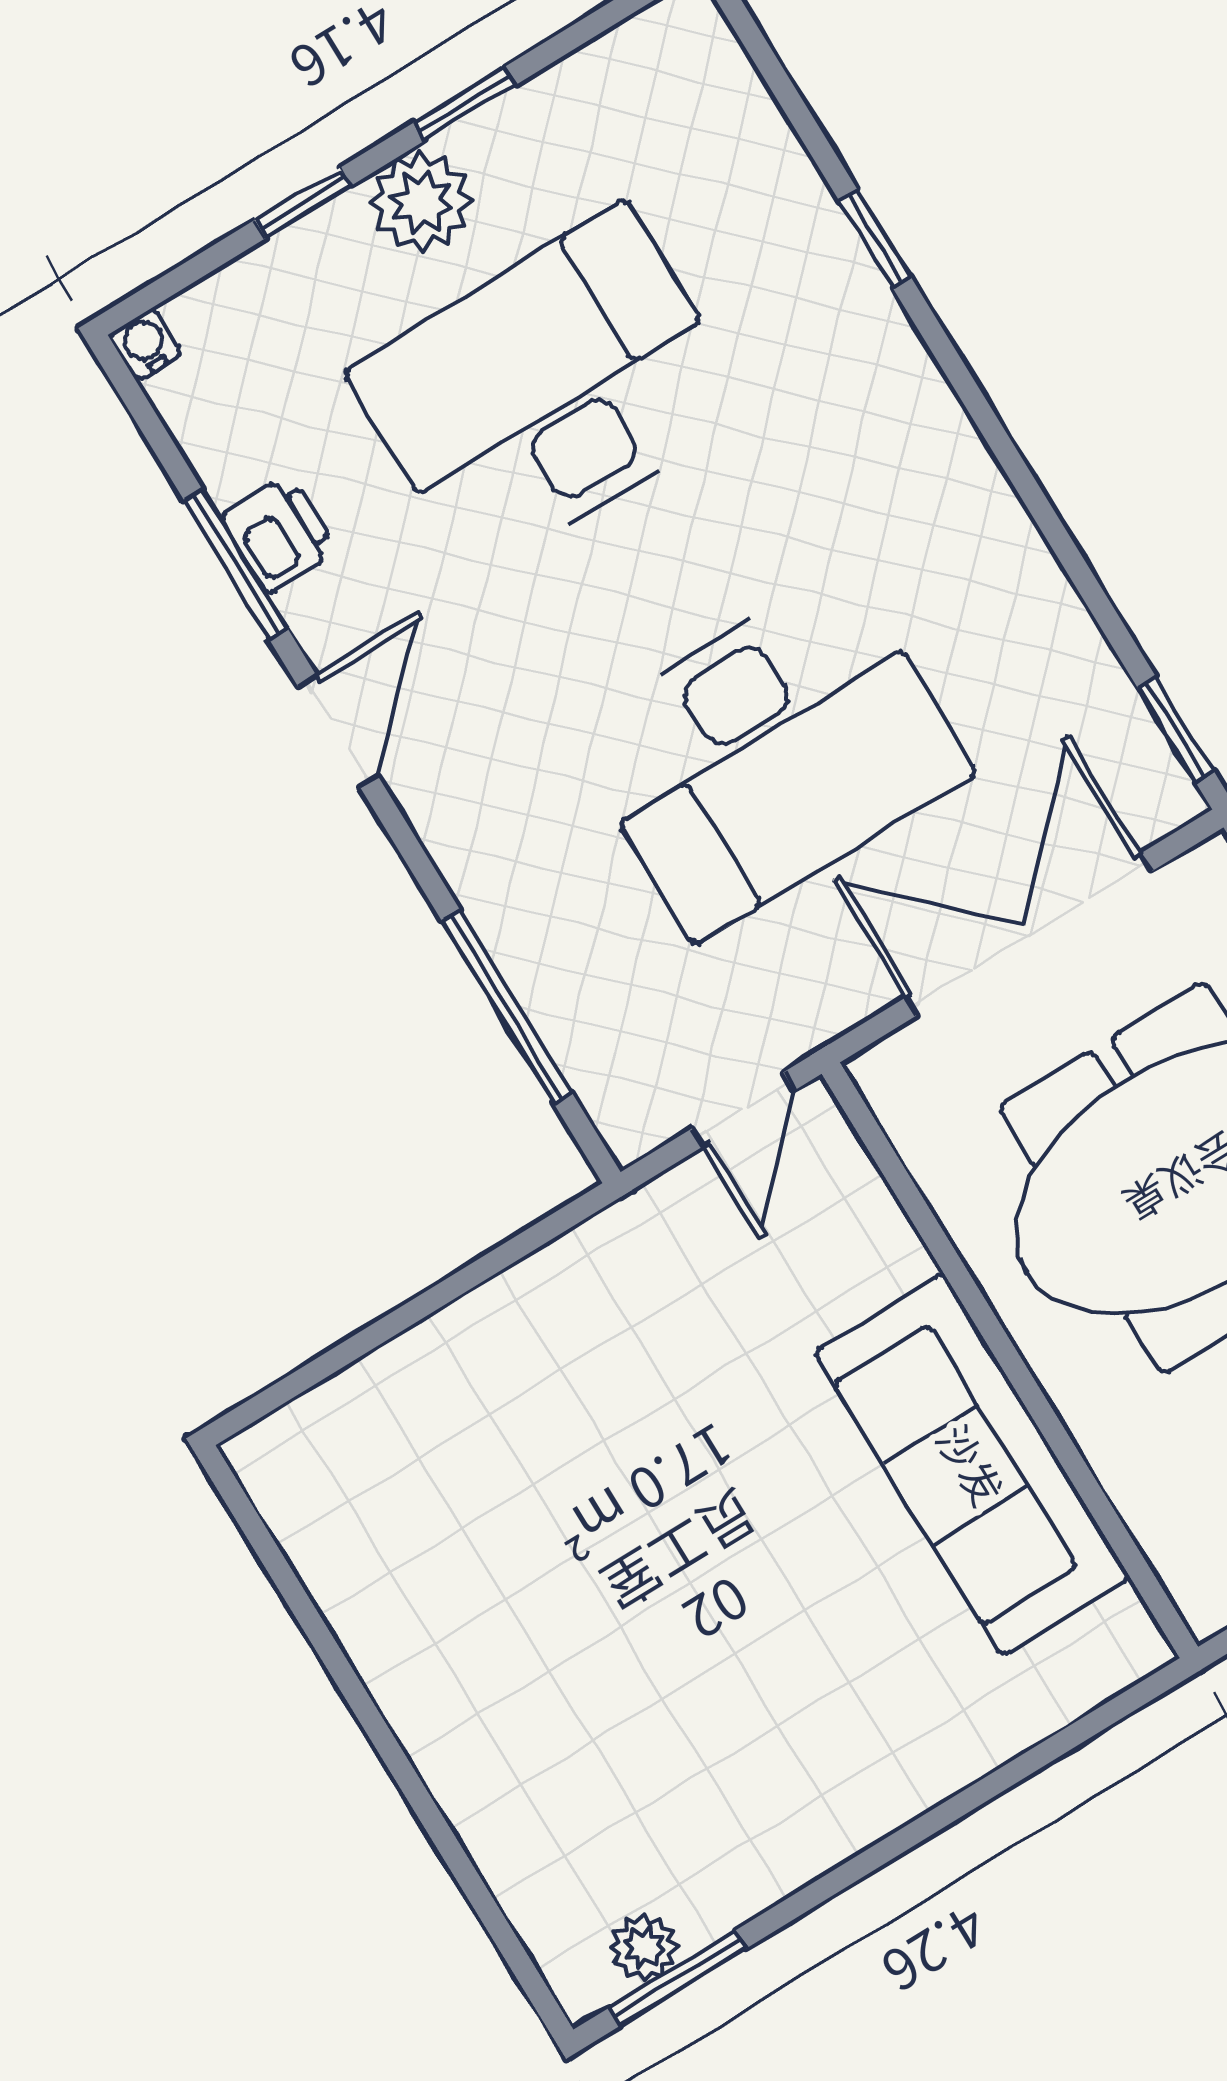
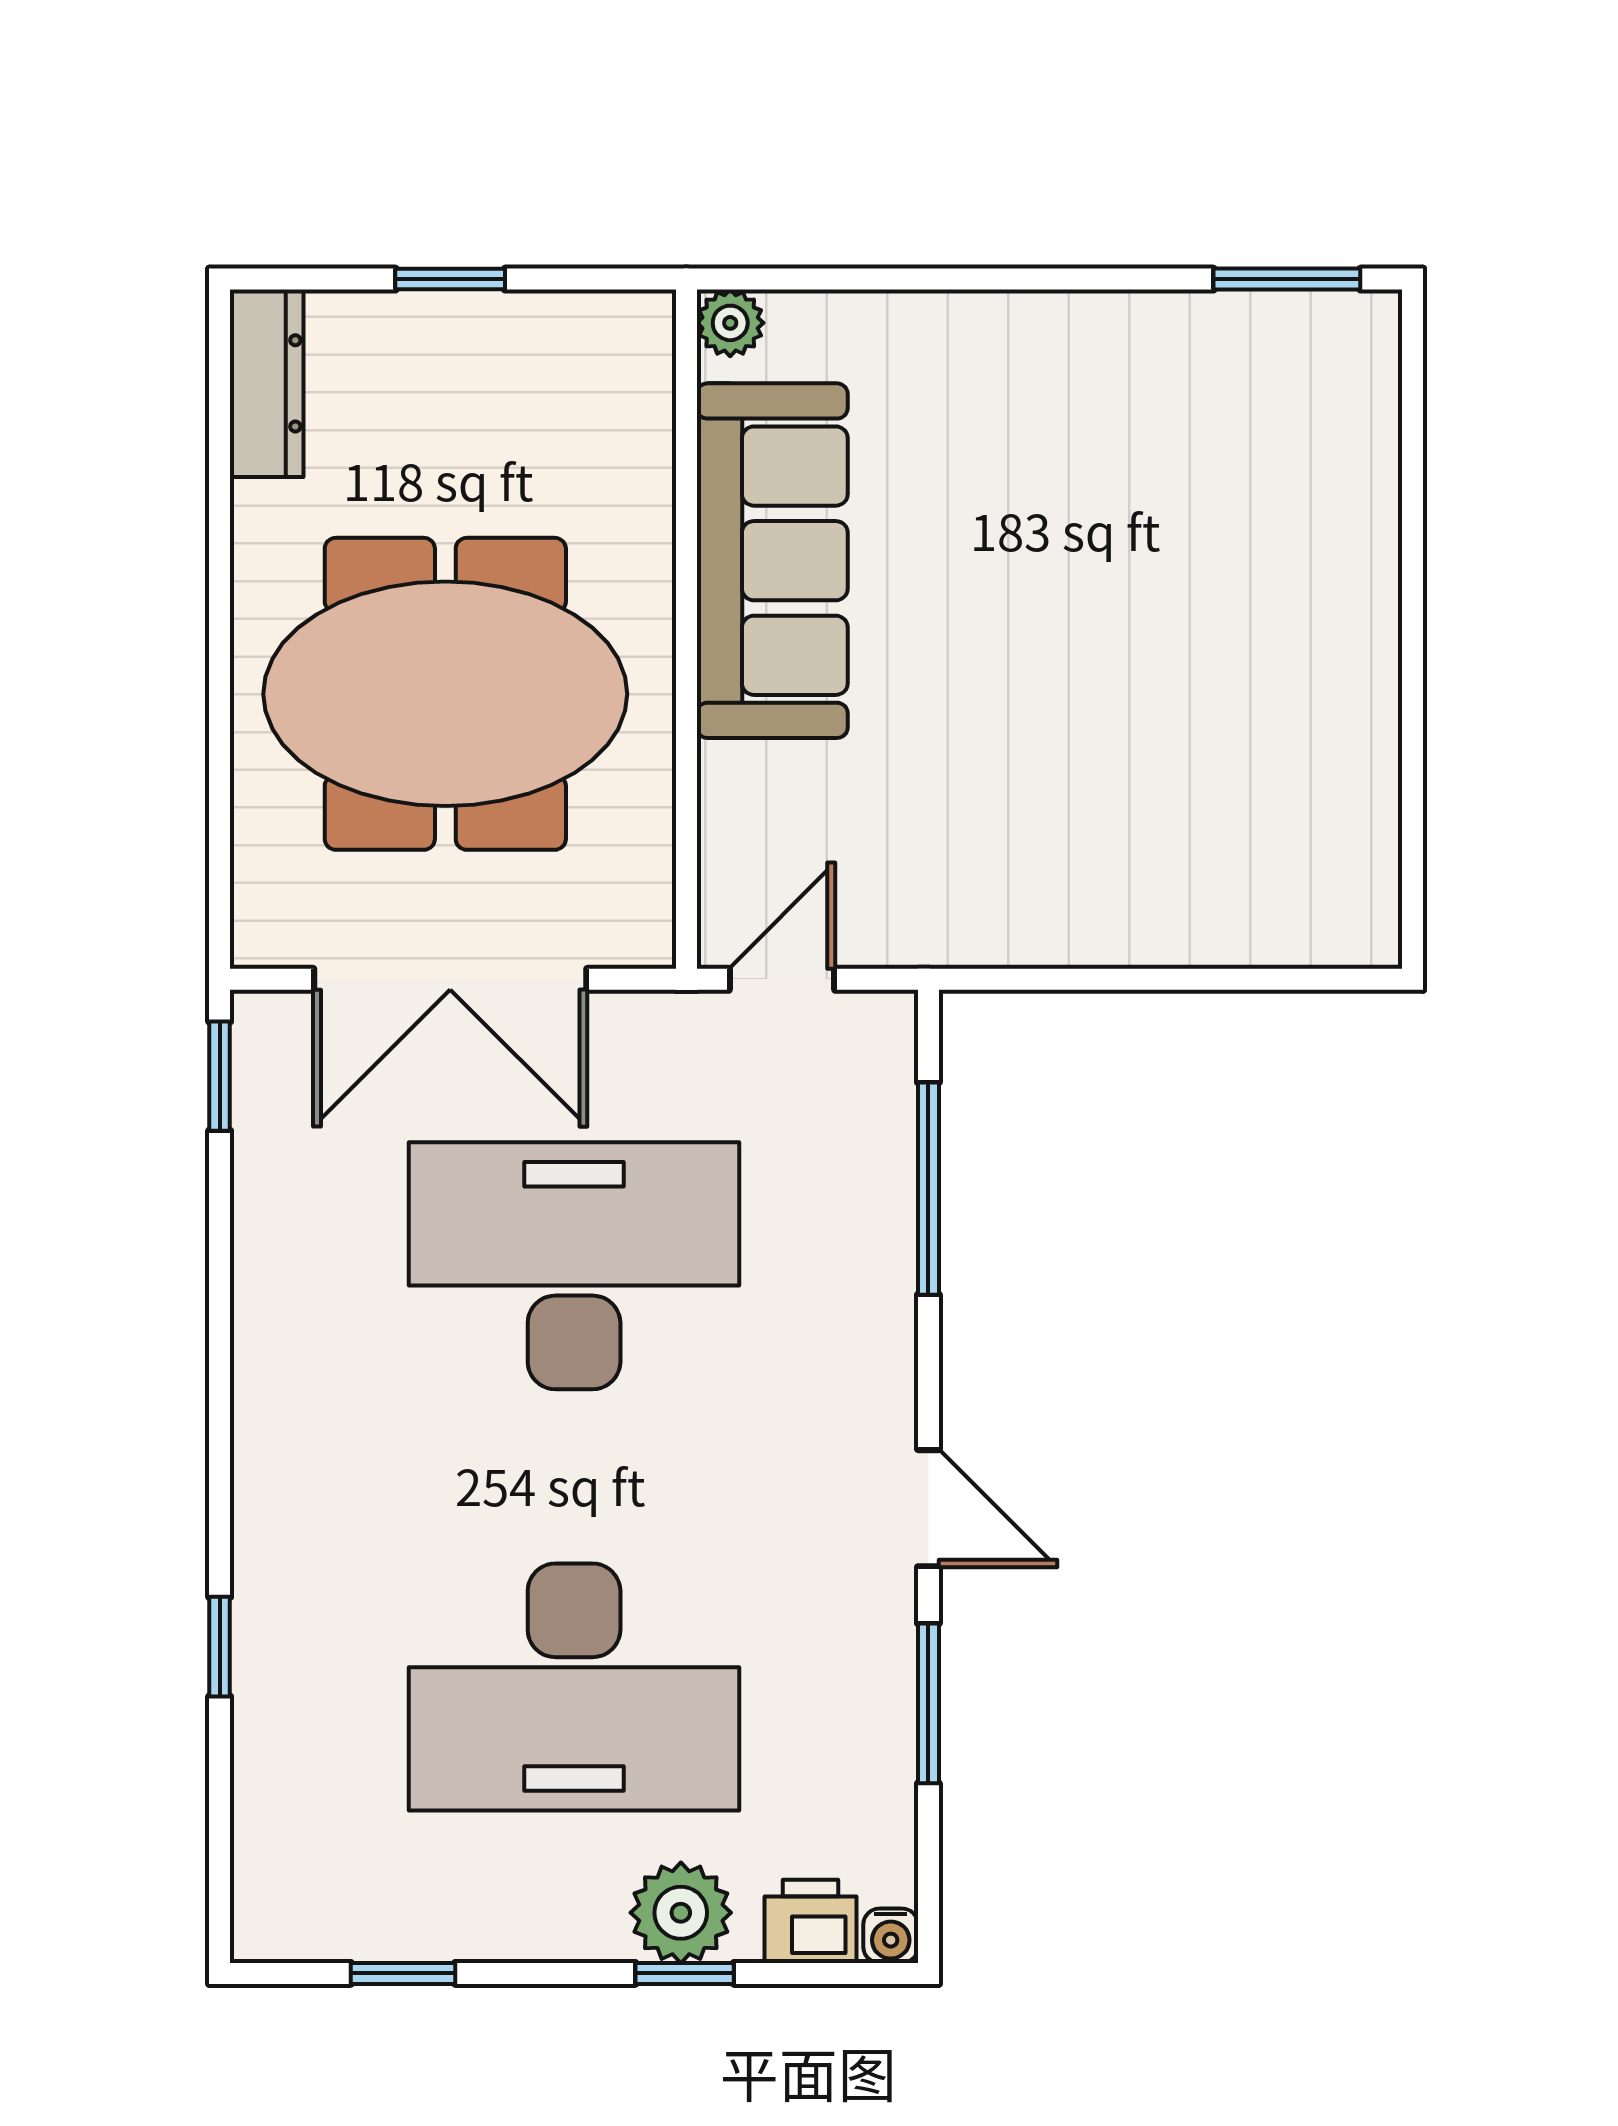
window: (464, 104) -> (403, 1973), moved
plant: (422, 202) -> (681, 1913), moved
printer: (279, 534) -> (811, 1921), moved, turned 90
door: (338, 732) -> (928, 1508), swing flipped
plant: (644, 1947) -> (730, 323), moved

